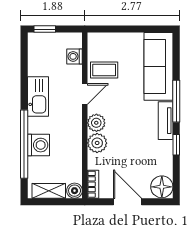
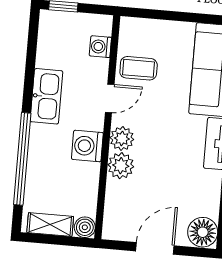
washing machine: (38, 145) -> (87, 146), moved, turned 180
bookcase: (93, 184) -> (110, 221), removed
door: (128, 202) -> (155, 248), hinge flipped

